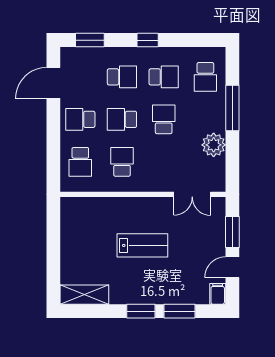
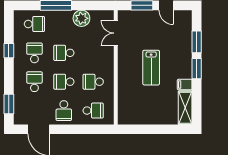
window: (148, 40) -> (9, 51), moved
school desk: (122, 119) -> (64, 82), turned 90
double door: (192, 194) -> (116, 33), swing flipped
lab bench: (142, 245) -> (151, 68), turned 180
filing cabinet: (218, 294) -> (185, 85), moved

